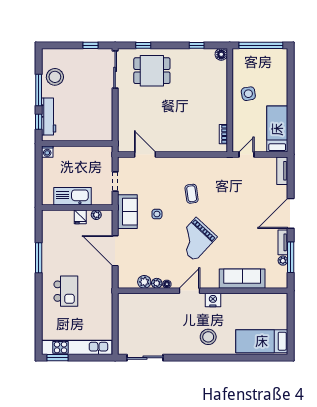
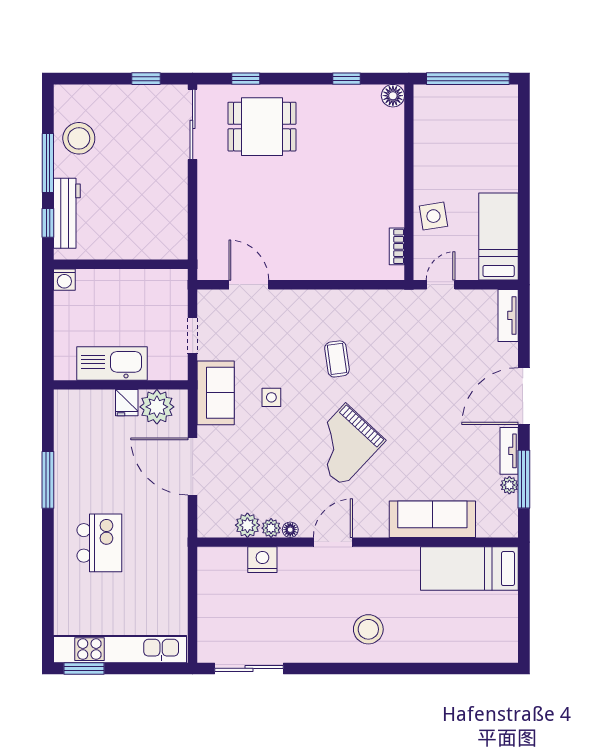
side table: (248, 94) -> (433, 216), moved
plant: (96, 215) -> (157, 407), width x1.88, depth x1.88
nightstand: (213, 300) -> (262, 560), moved
bed: (262, 341) -> (469, 569), moved

